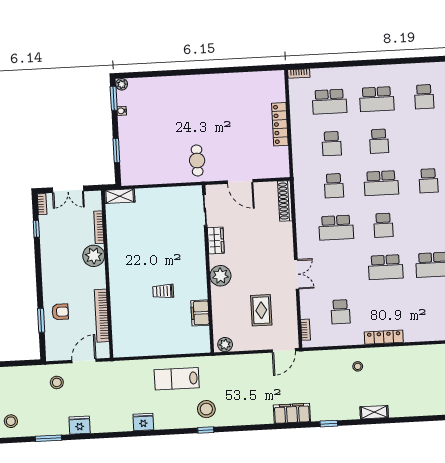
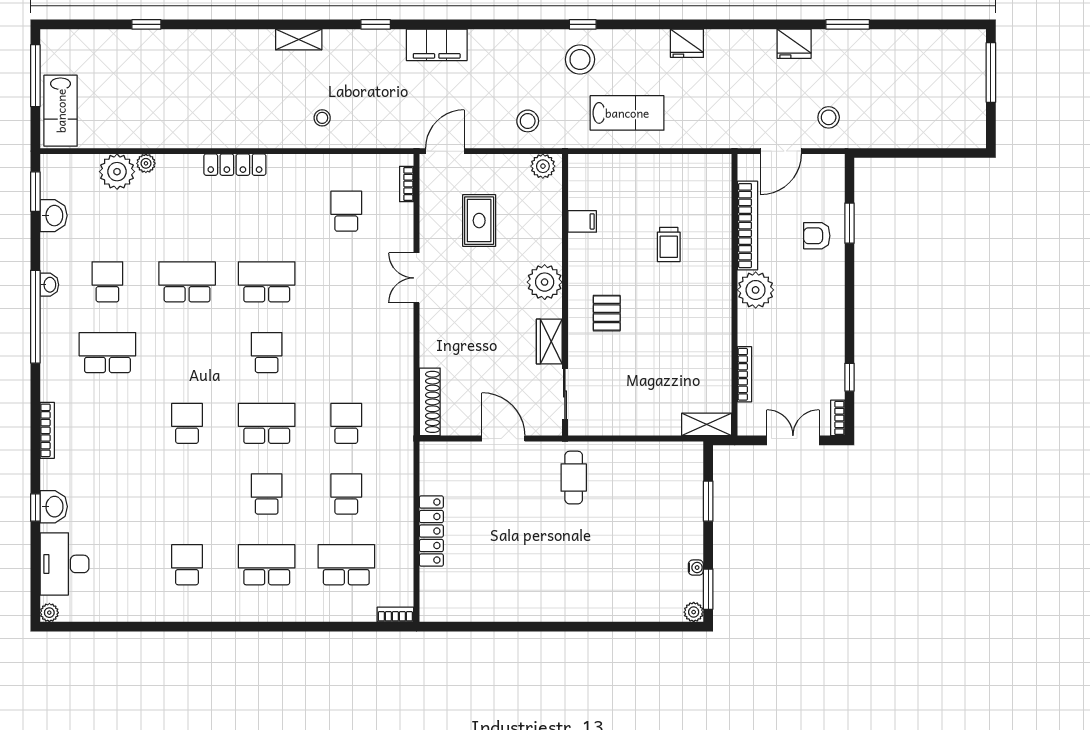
school desk: (336, 228) -> (346, 353), removed
plant: (94, 256) -> (756, 290), moved
pallet: (183, 259) -> (607, 313), added
trolley: (163, 291) -> (669, 244), moved, turned 90
filing cabinet: (200, 313) -> (582, 221), width x0.50
locker: (384, 337) -> (235, 165), moved
stool: (11, 421) -> (528, 121), moved

